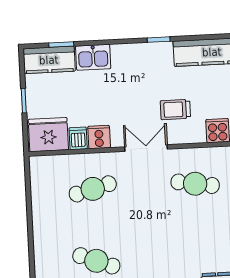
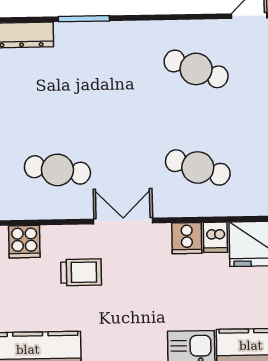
double door: (146, 148) -> (123, 221), swing flipped
cafe table: (93, 189) -> (198, 167), turned 33

